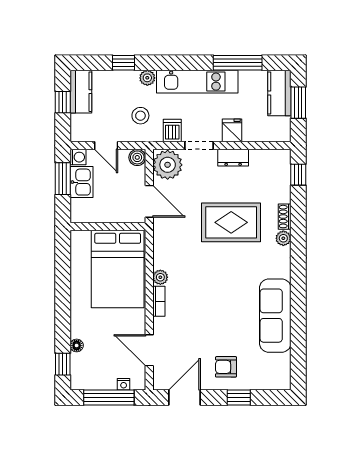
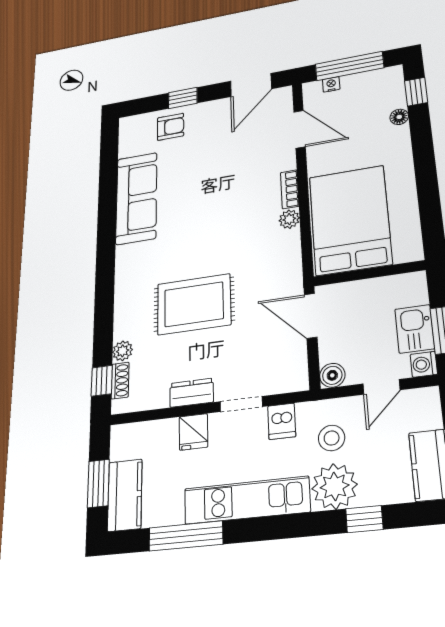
plant: (147, 78) -> (335, 486), width x1.87, depth x1.87
door: (106, 145) -> (381, 387), swing flipped
plant: (168, 165) -> (286, 371), removed
shoe rack: (285, 217) -> (120, 381), moved
plant: (283, 238) -> (123, 351), moved
armchair: (226, 367) -> (171, 127), moved

